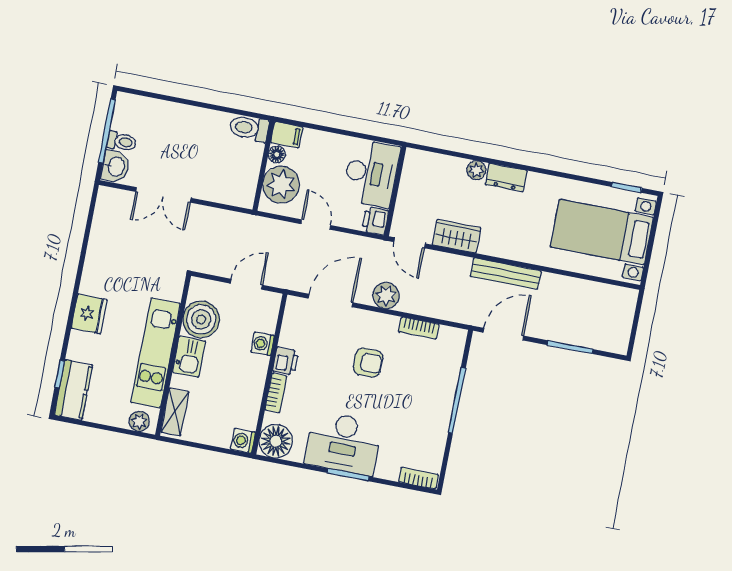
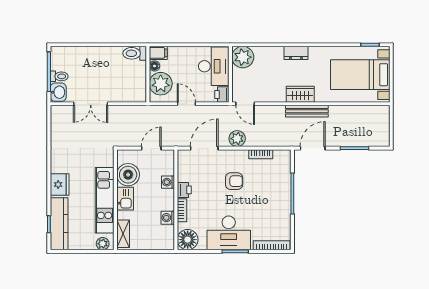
plant: (476, 170) -> (243, 57), moved, width x1.87, depth x1.87
wardrobe: (457, 236) -> (300, 94), moved
kitchen counter: (73, 390) -> (59, 224), width x1.50
washing machine: (243, 441) -> (168, 218), moved
bookcase: (418, 478) -> (272, 245), width x1.56

